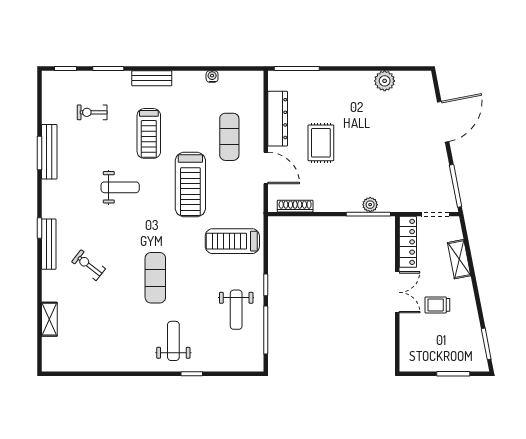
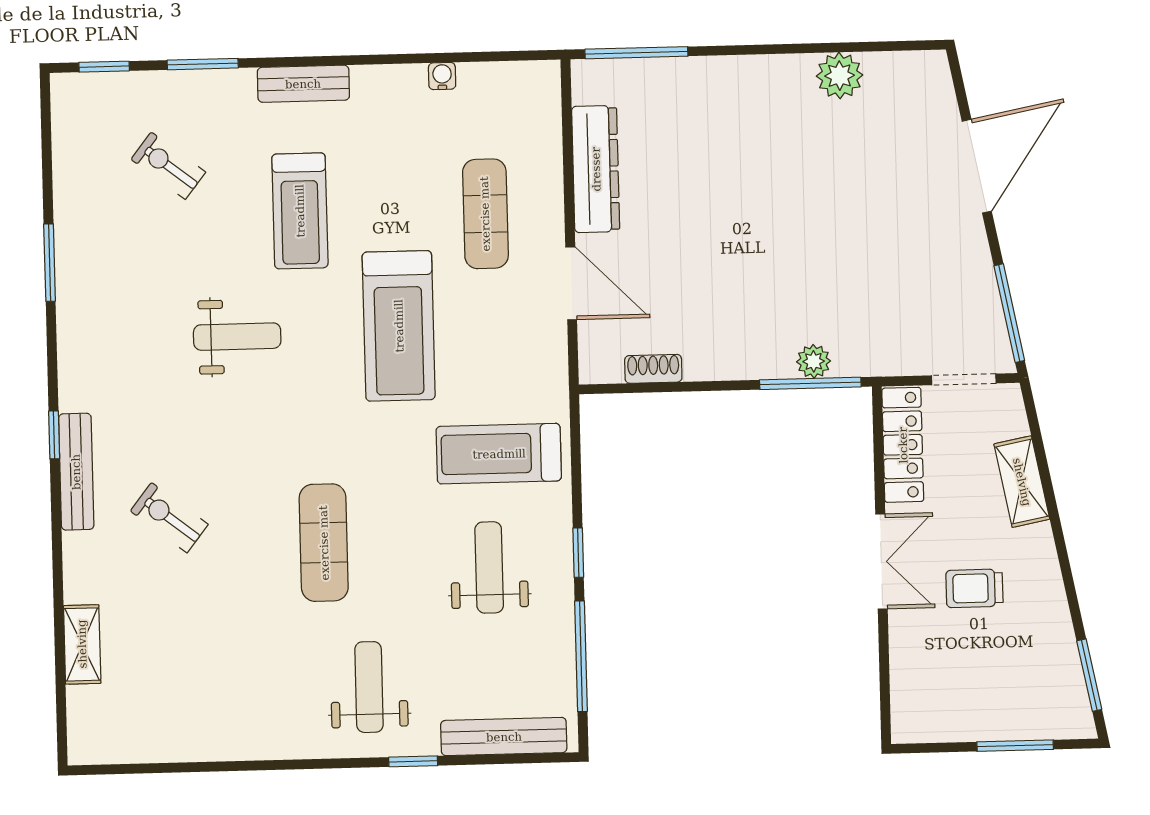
exercise bike: (92, 112) -> (168, 166), turned 38
rug: (321, 143) -> (697, 222), removed
bench: (49, 152) -> (504, 737), moved, turned 90
shoe rack: (295, 206) -> (653, 369), width x0.70
weight bench: (236, 310) -> (489, 567), moved, turned 180

